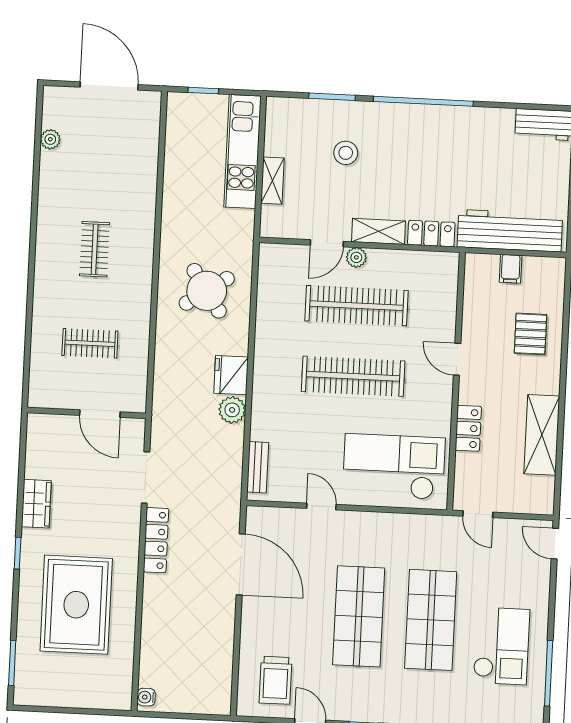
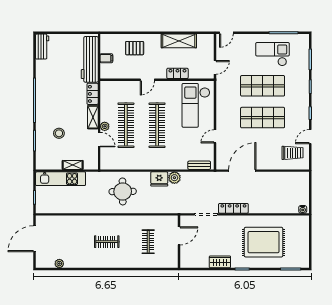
round table: (207, 291) -> (123, 191), turned 33

